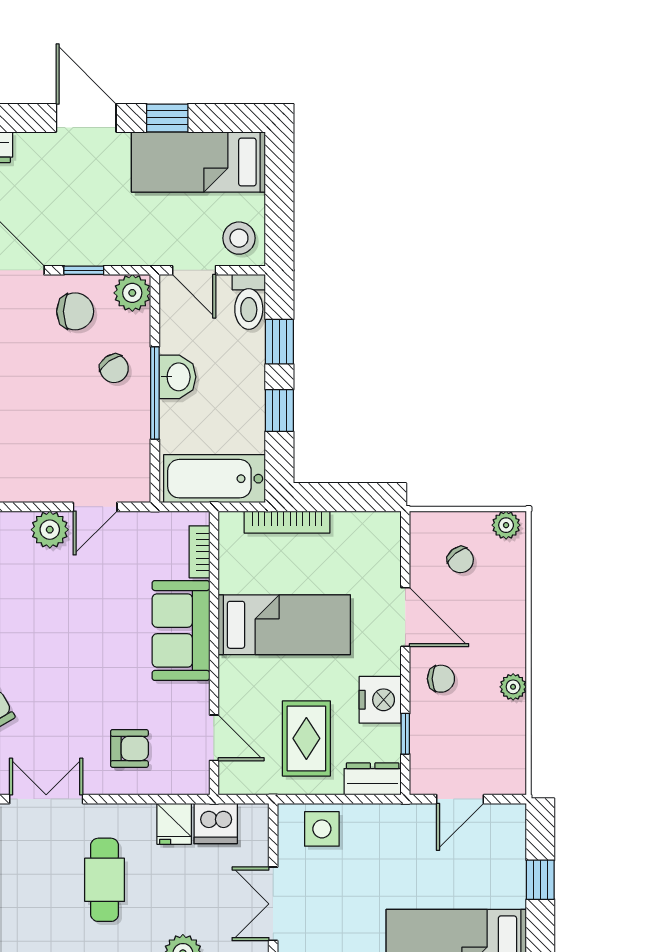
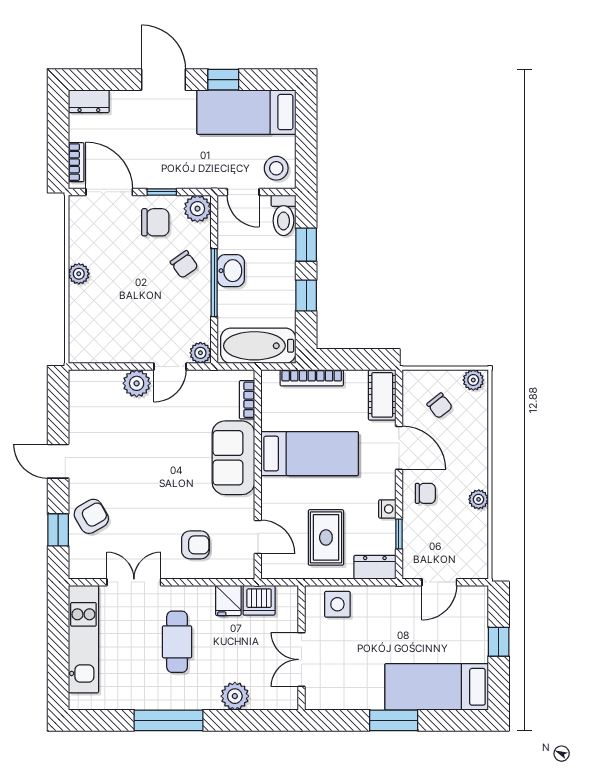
plant: (136, 488) -> (200, 353), added
cot: (383, 545) -> (382, 395), added
nightstand: (380, 700) -> (387, 509), width x0.53, depth x0.56

